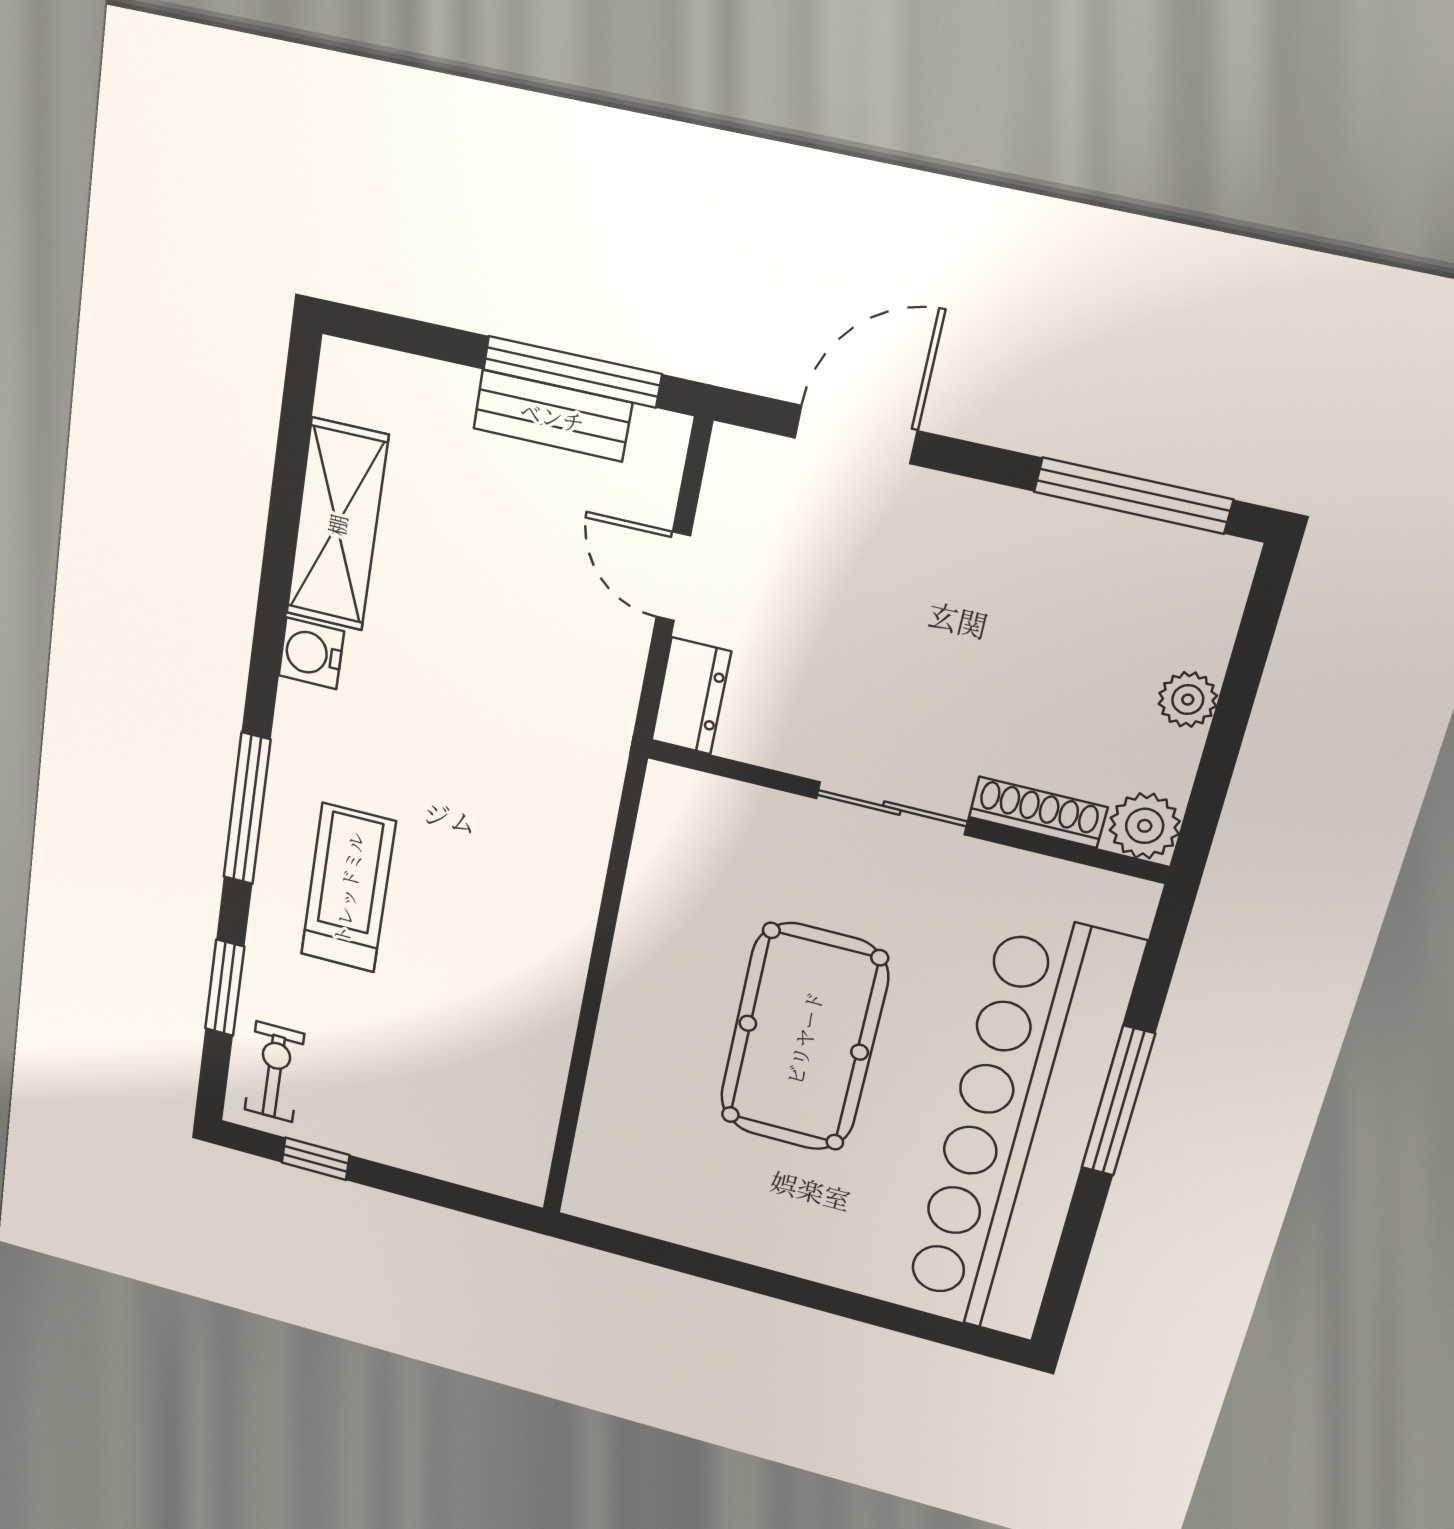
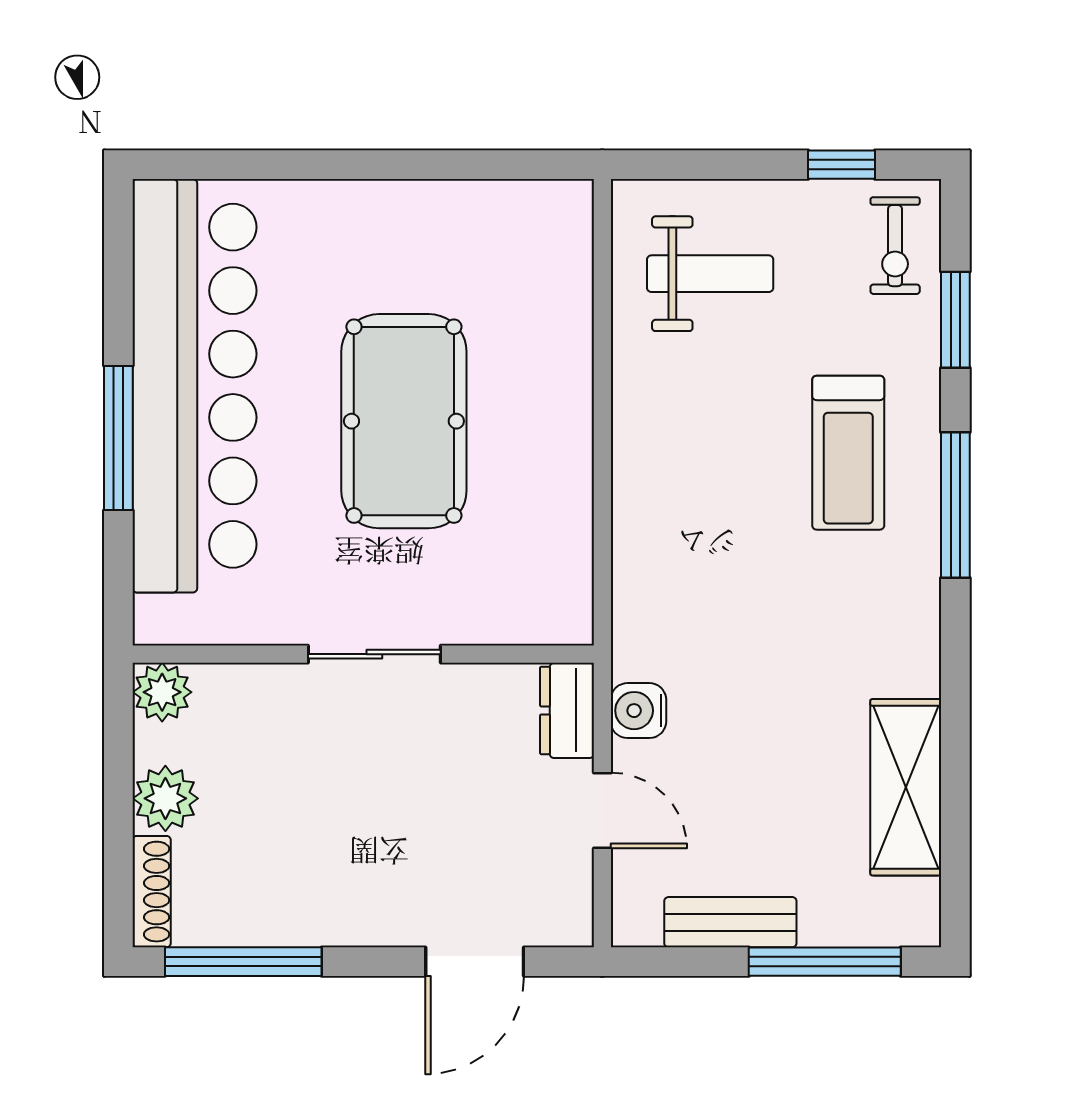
window: (572, 372) -> (825, 962), moved
water cooler: (311, 653) -> (638, 711), moved, turned 180
plant: (1188, 700) -> (165, 798), width x1.38, depth x1.38
shoe rack: (1038, 812) -> (152, 892), moved, turned -90
weight bench: (460, 1095) -> (710, 274), added

